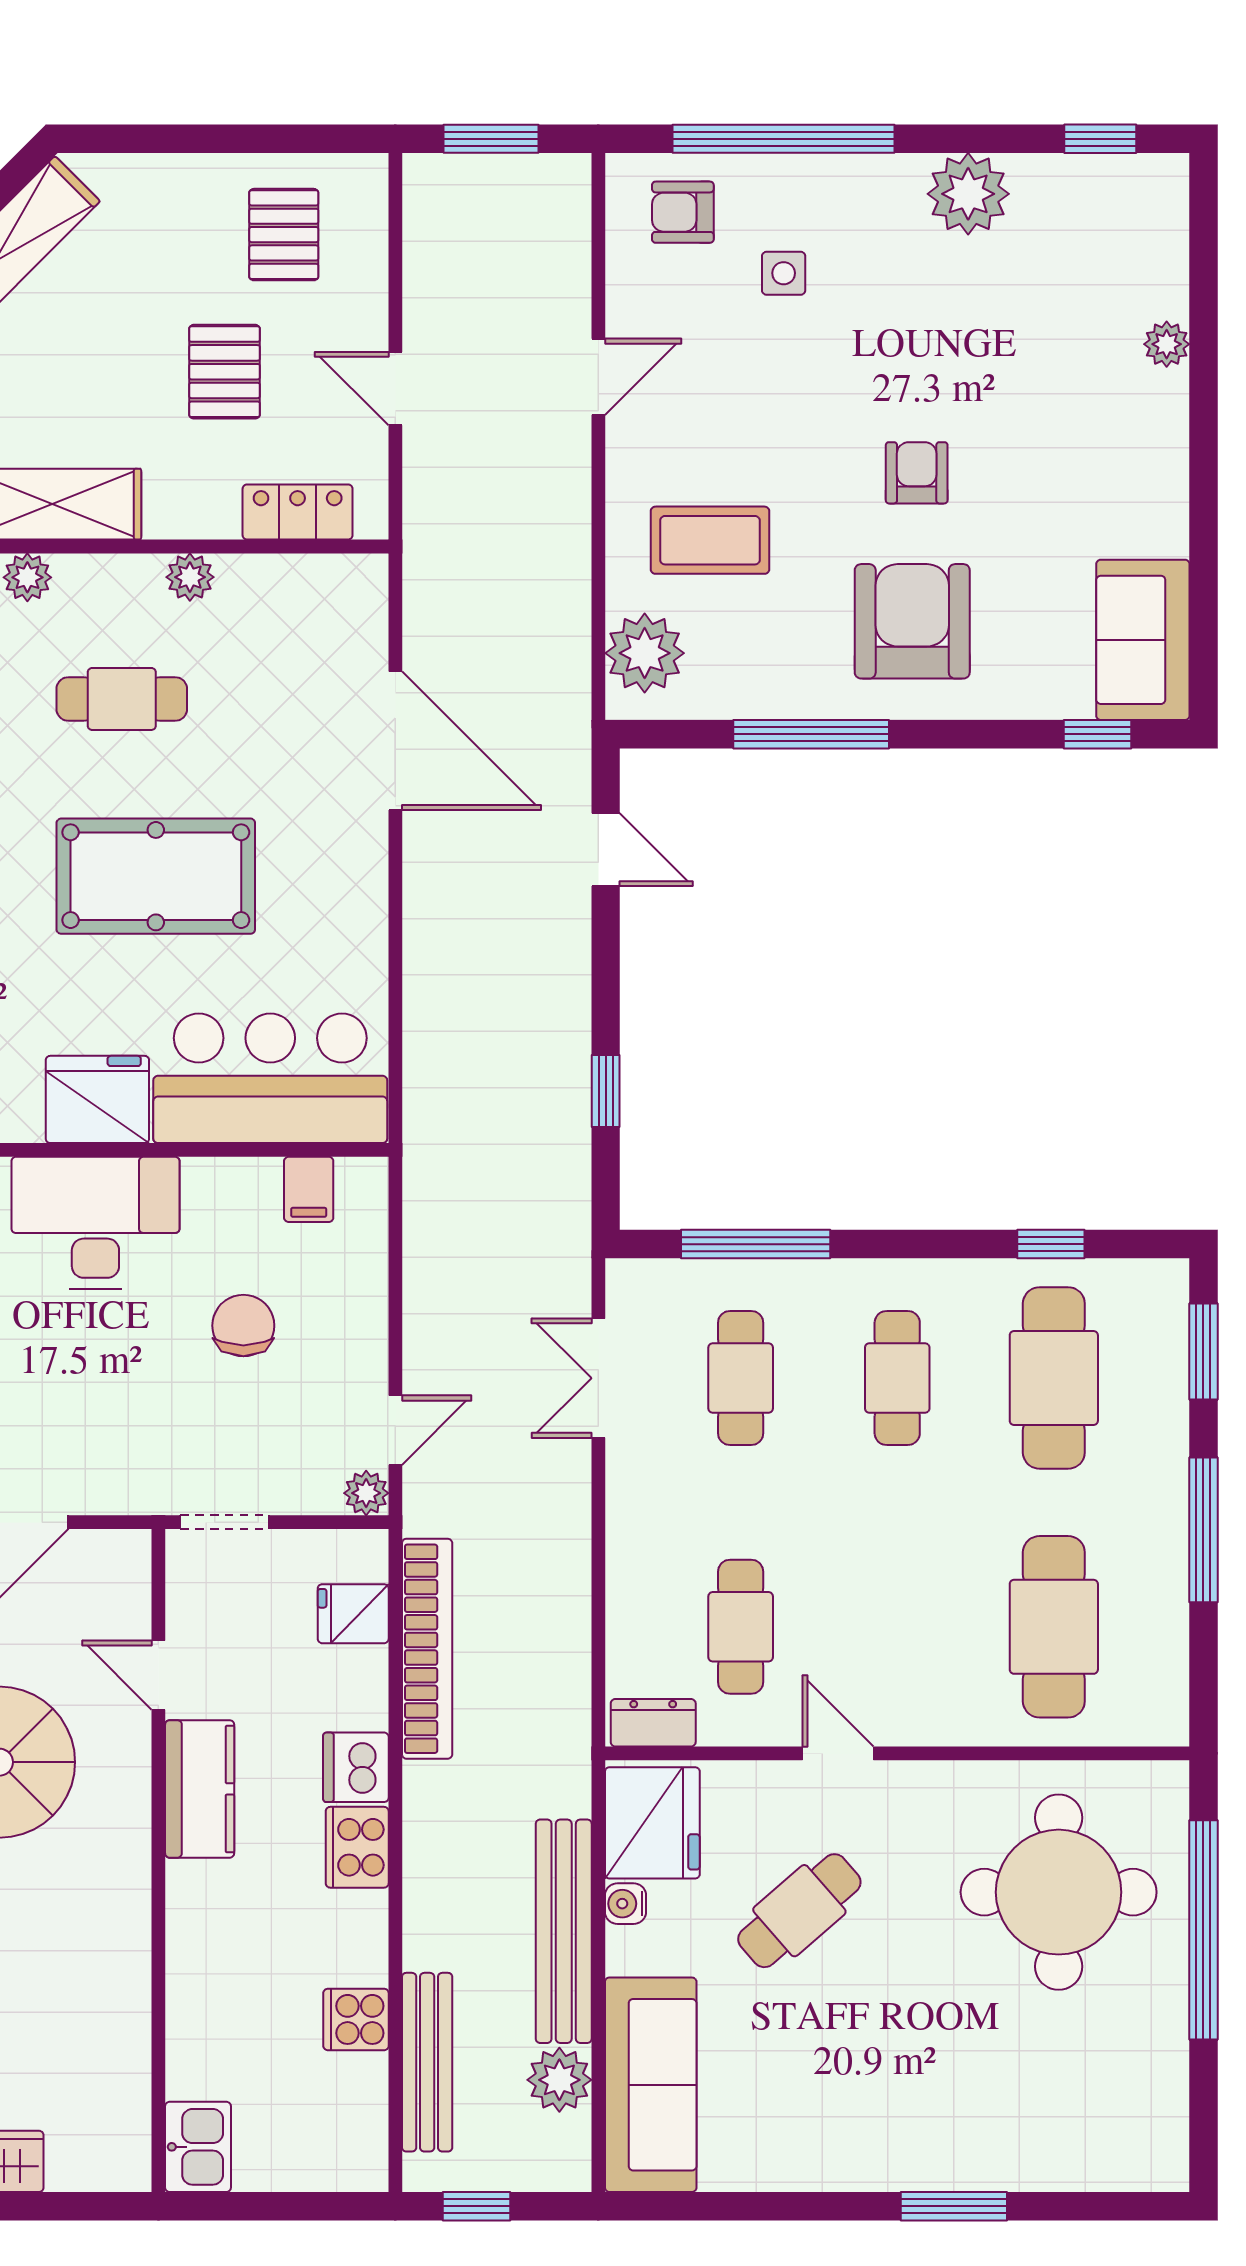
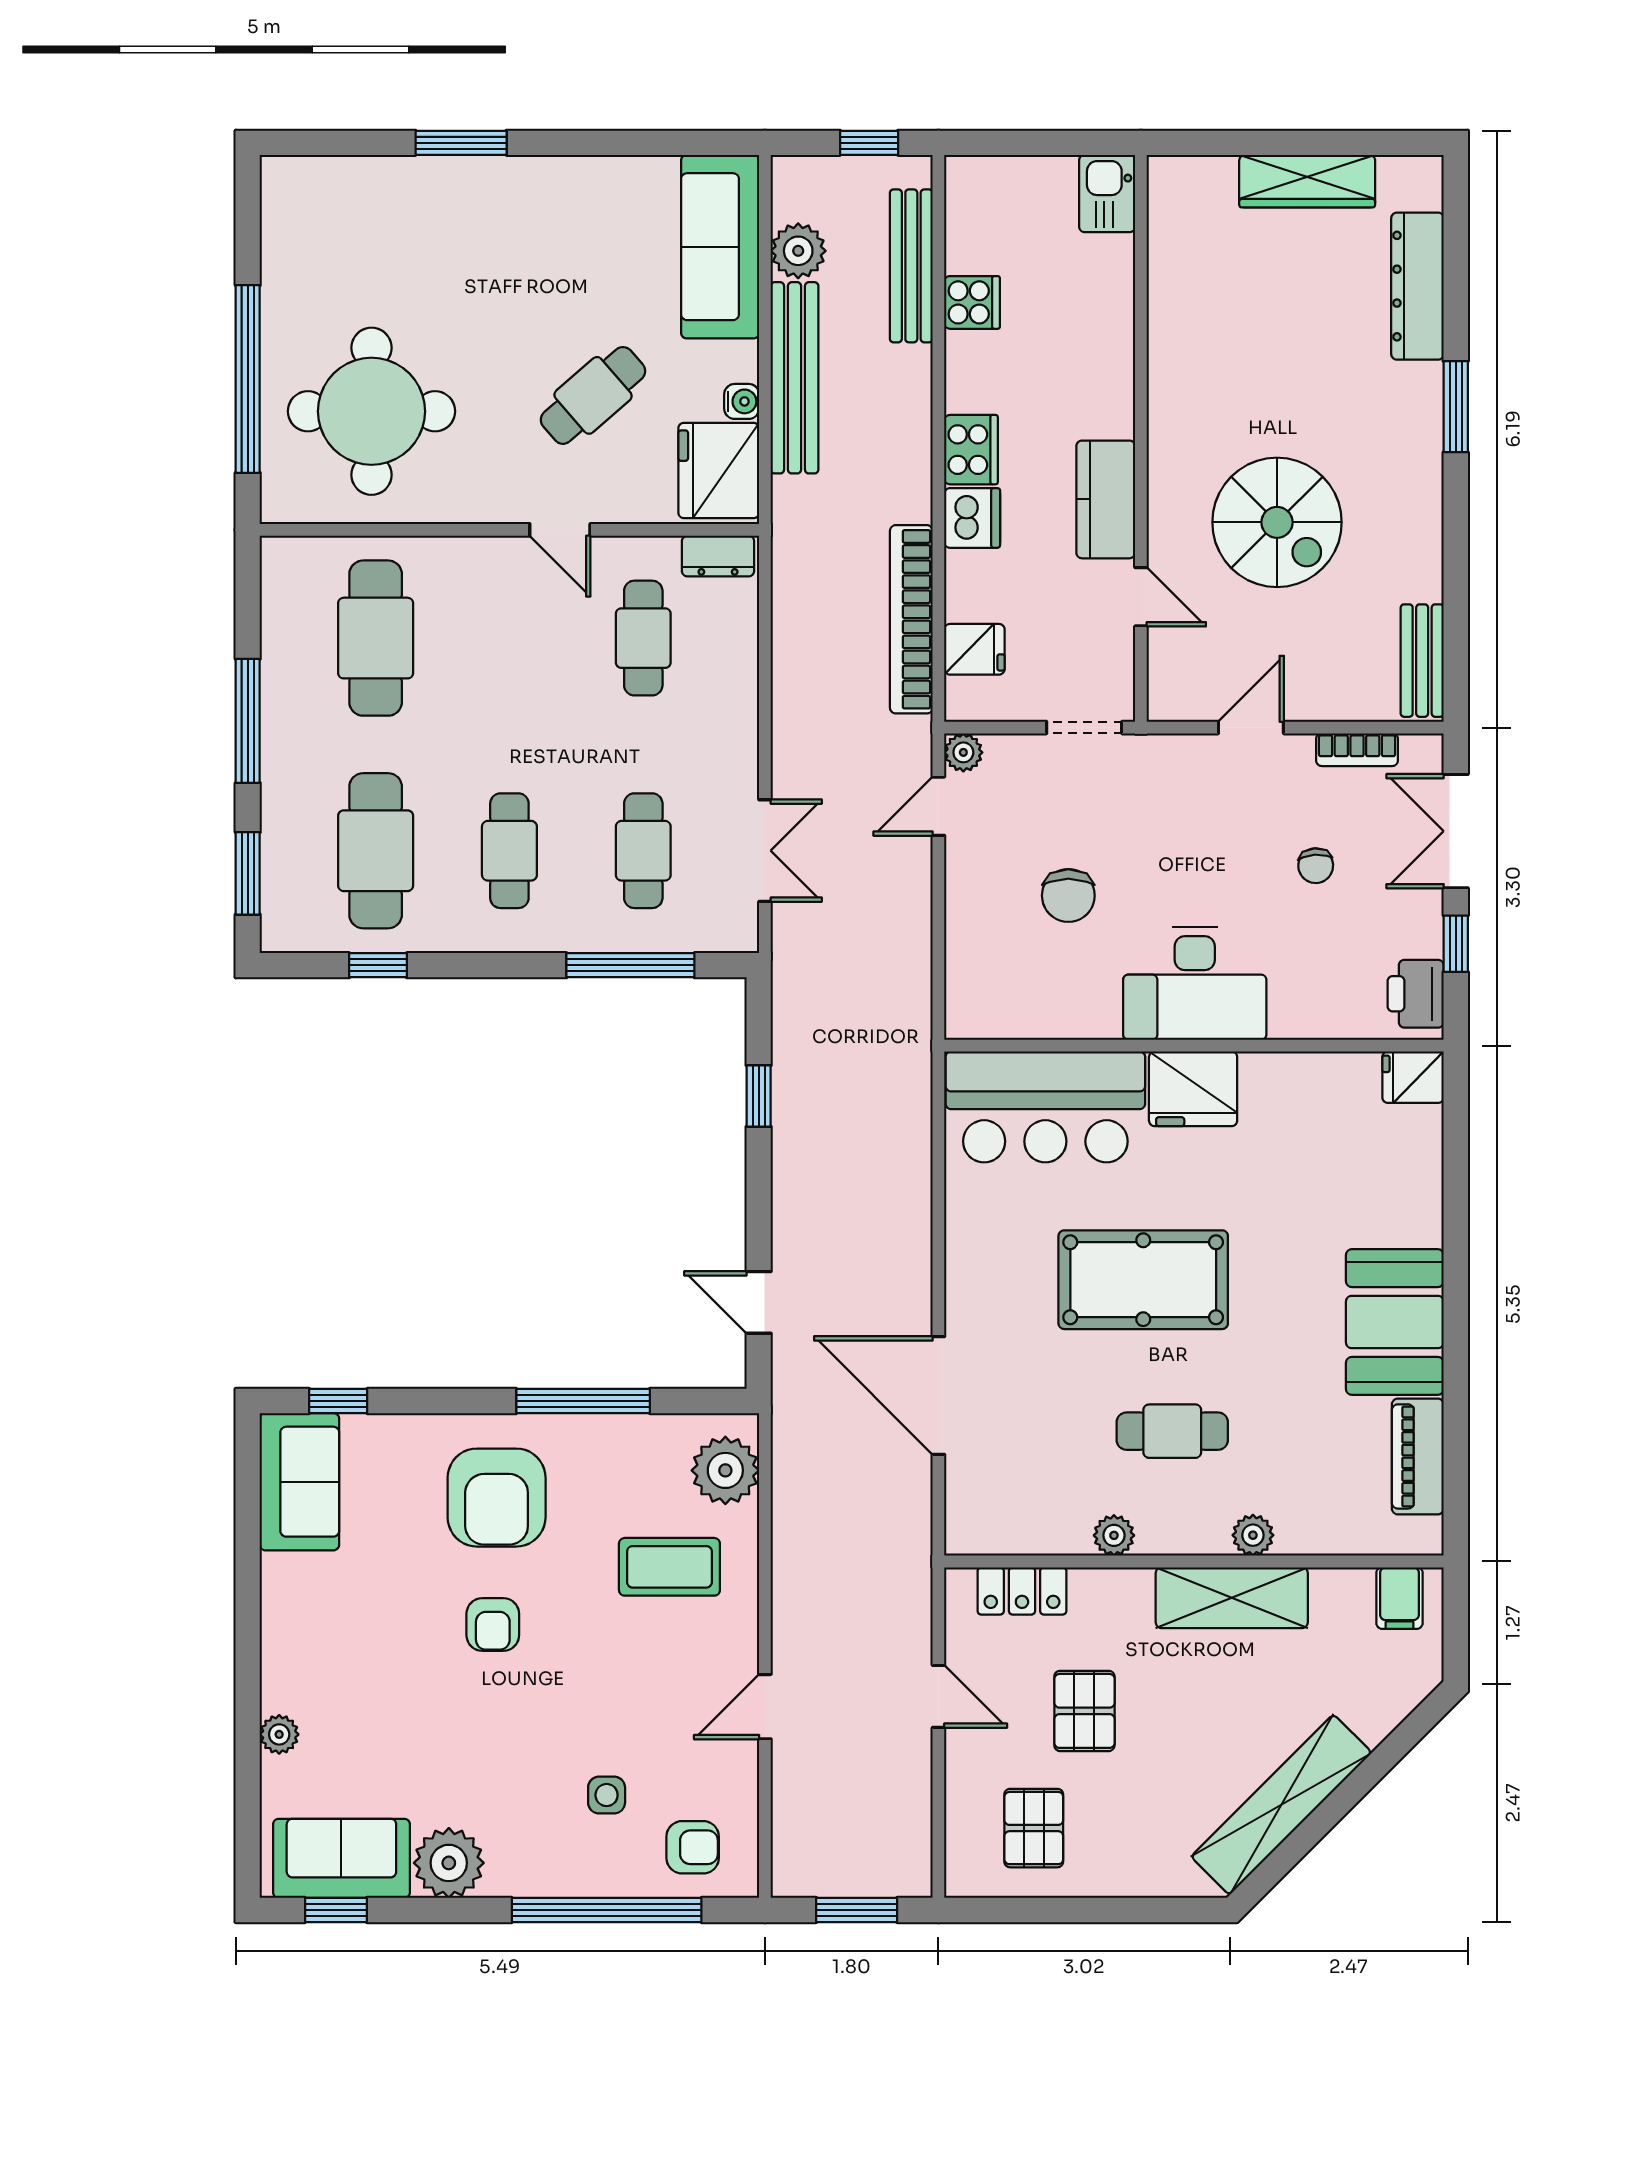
sofa: (1094, 199) -> (341, 1858), added
filing cabinet: (309, 1189) -> (1012, 1012), removed

